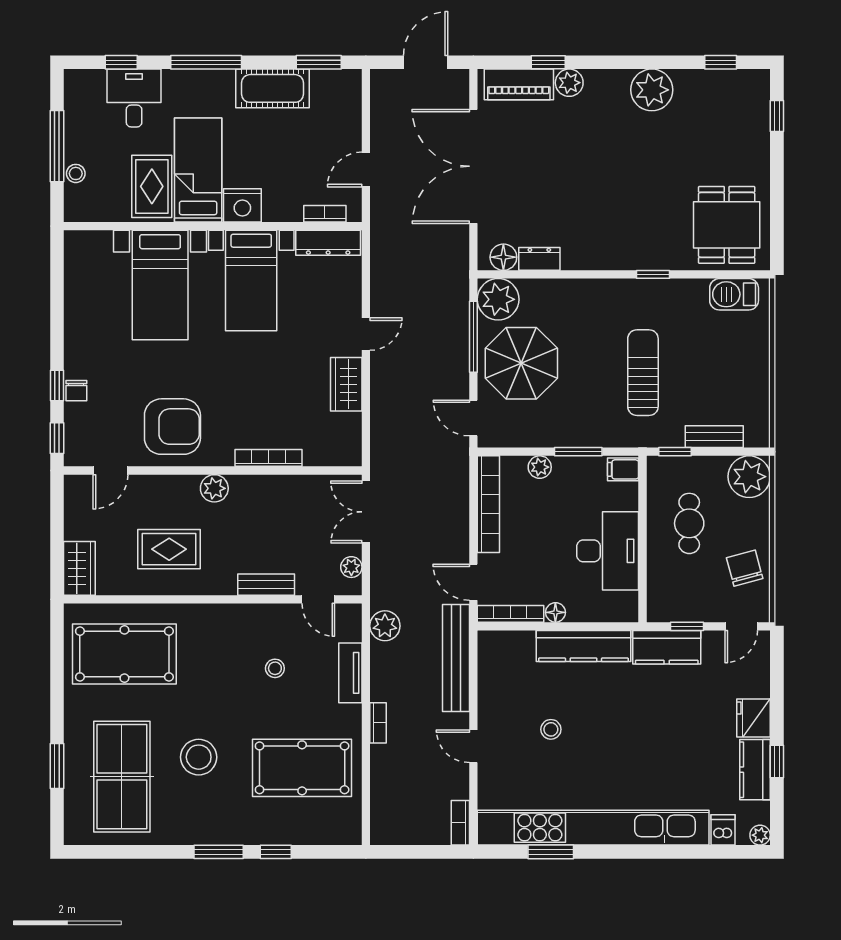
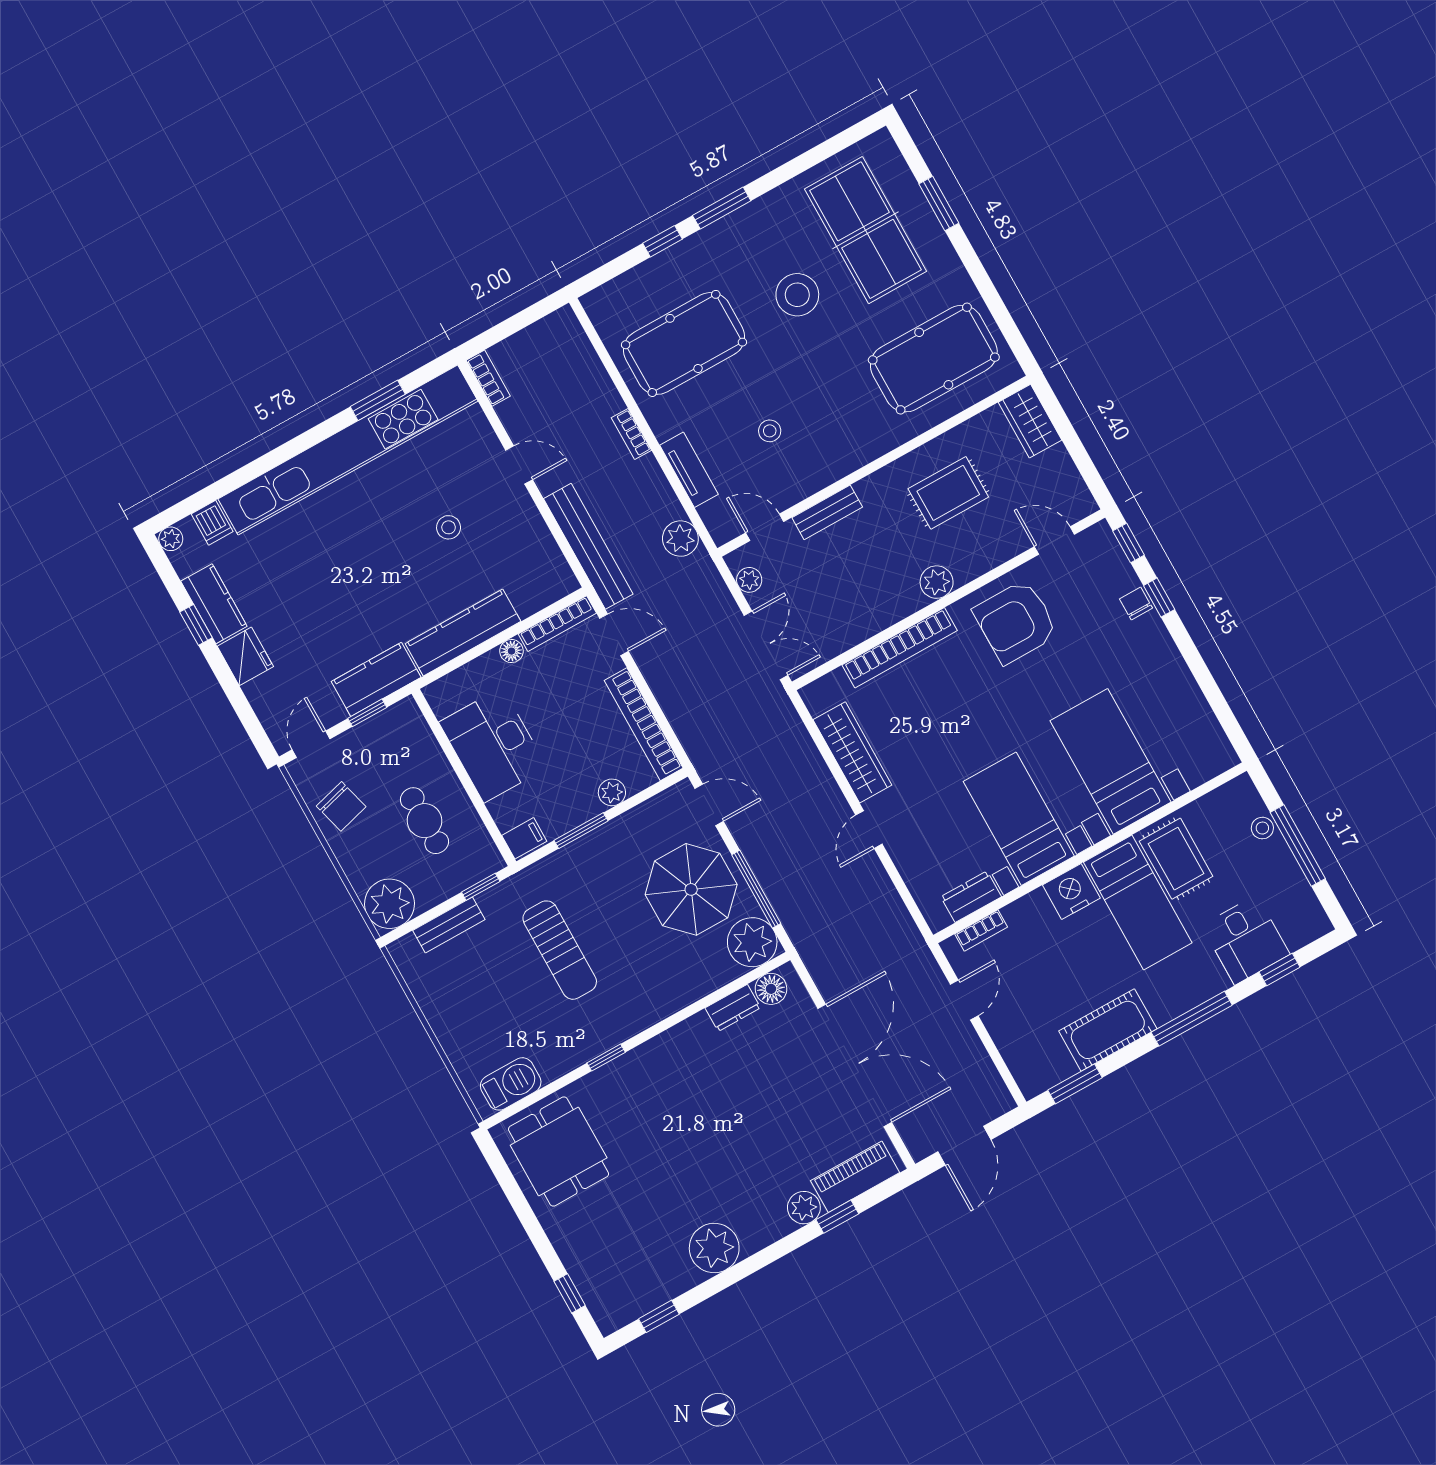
dresser: (328, 243) -> (971, 897), width x0.70
wardrobe: (346, 384) -> (852, 752), width x1.50
bookcase: (268, 458) -> (900, 648), width x1.48, depth x1.31
door: (111, 471) -> (1054, 541), hinge flipped

